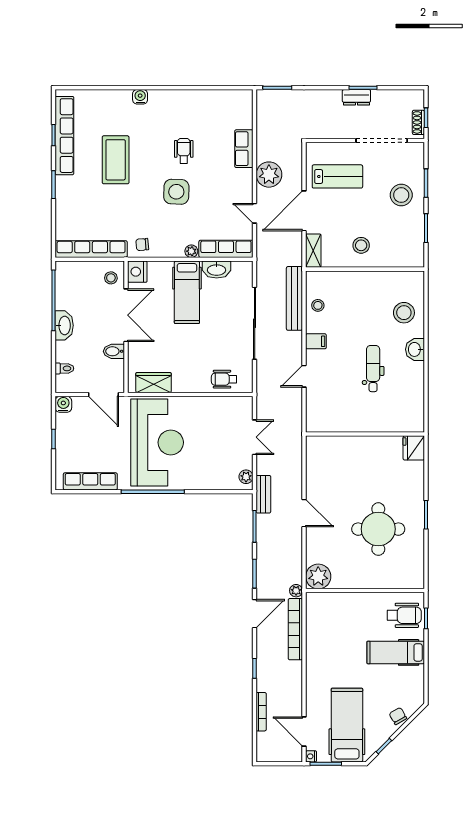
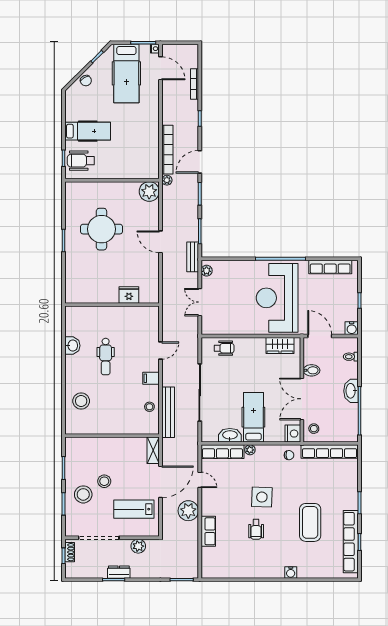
plant: (332, 130) -> (138, 546), added
stool: (361, 245) -> (104, 481), moved
washbasin: (415, 349) -> (72, 346), moved
fridge: (414, 448) -> (129, 295), moved, turned -90

